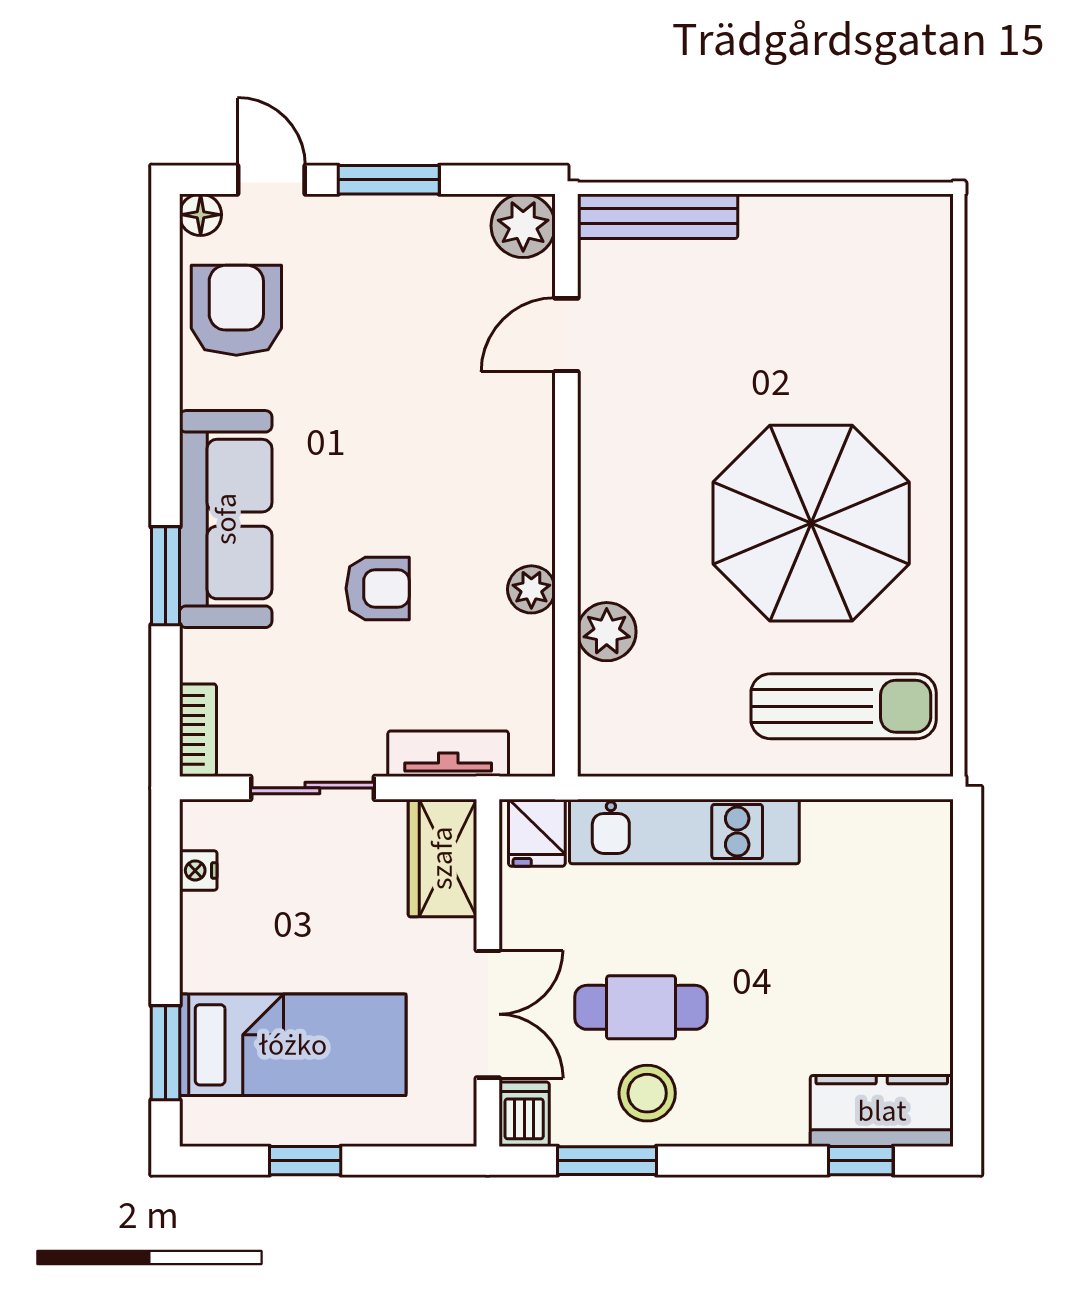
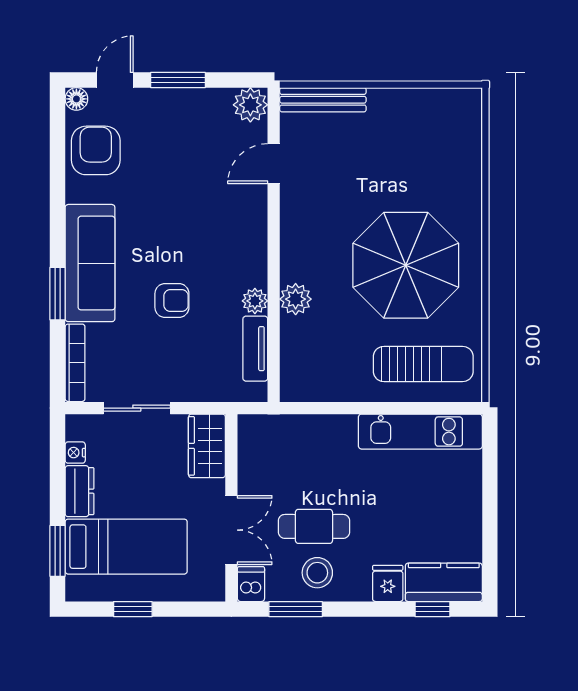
door: (271, 180) -> (115, 80), hinge flipped
plant: (607, 632) -> (296, 299), moved
bookcase: (198, 730) -> (75, 363), width x1.56
tv unit: (448, 754) -> (255, 349), moved, turned -90
kitchen unit: (684, 832) -> (420, 432), moved
fridge: (537, 833) -> (388, 583), moved, turned 180
dresser: (206, 942) -> (79, 491), added

